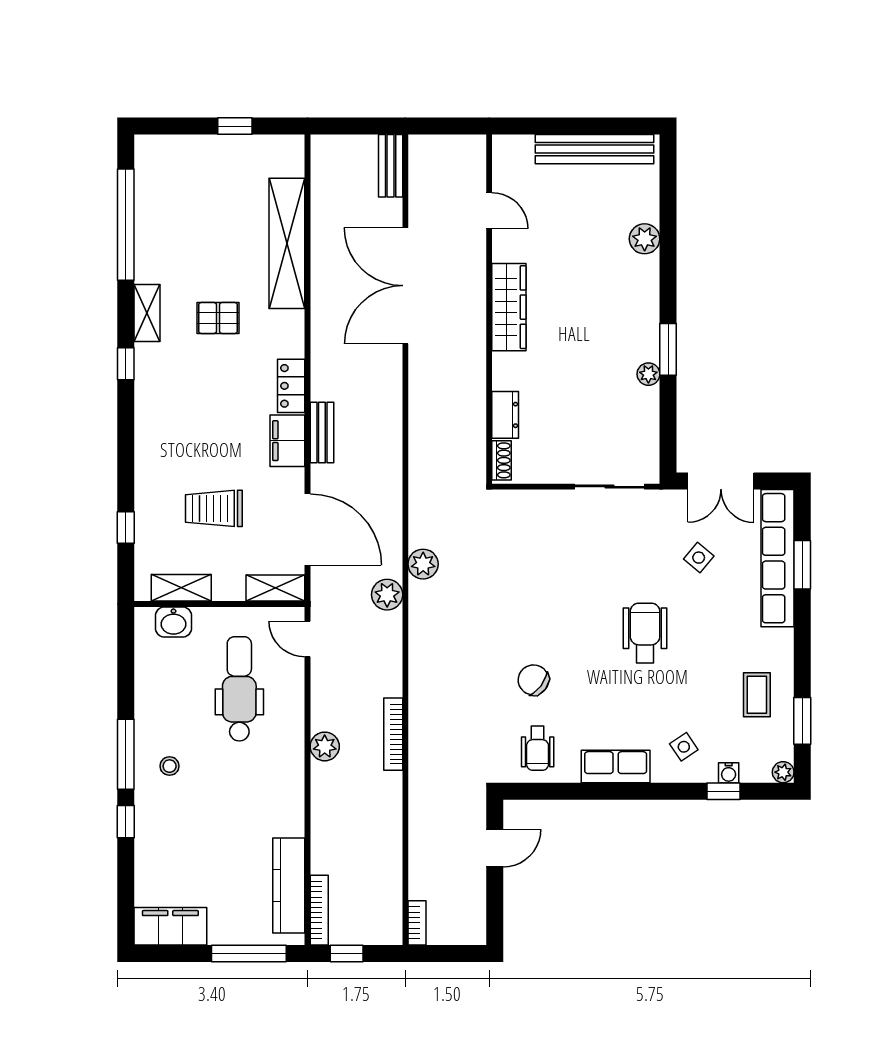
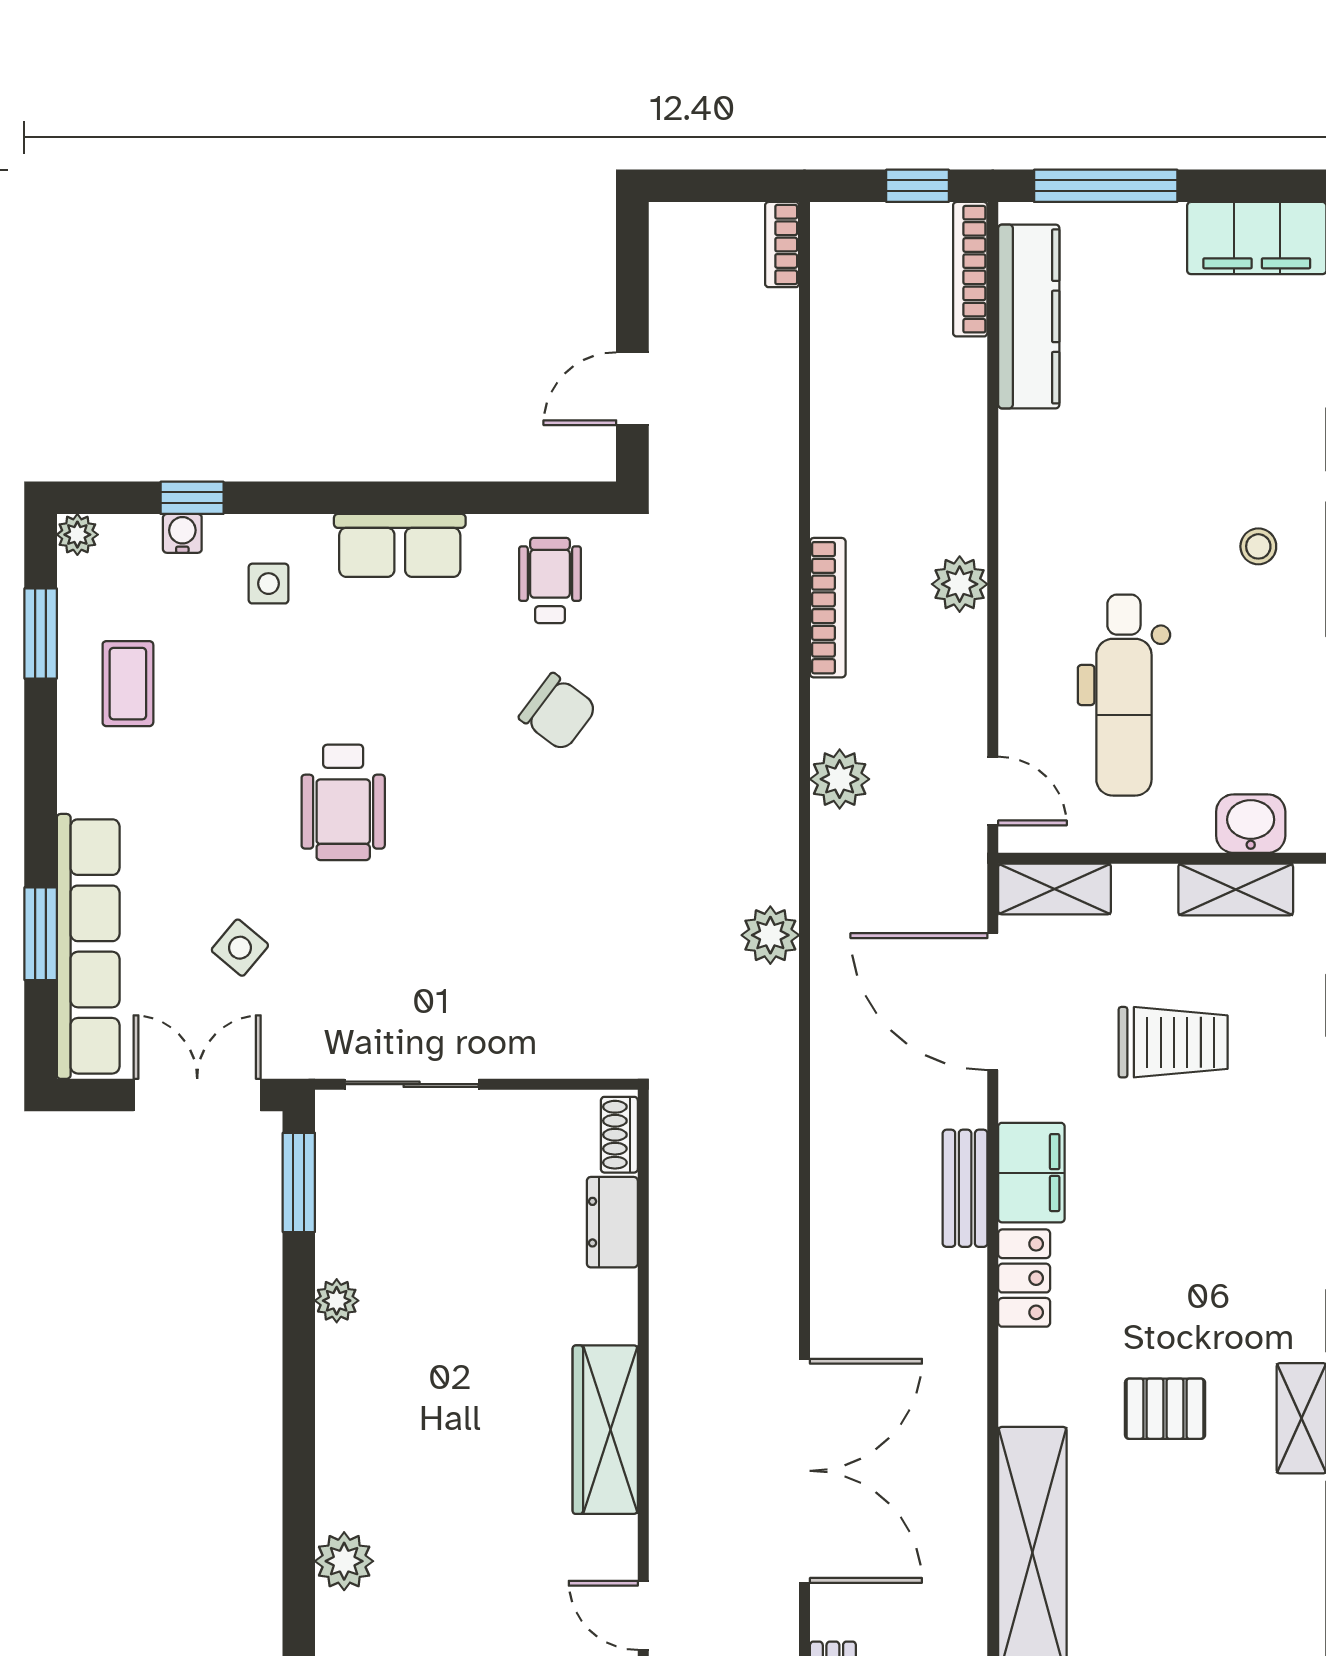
window: (668, 349) -> (299, 1182), moved
plant: (387, 595) -> (840, 779), moved
side table: (684, 747) -> (269, 584), turned 34

